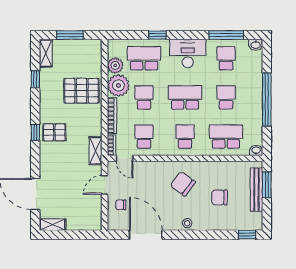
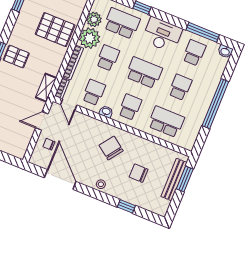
washbasin: (256, 150) -> (106, 112), moved
window: (247, 235) -> (126, 206), moved

